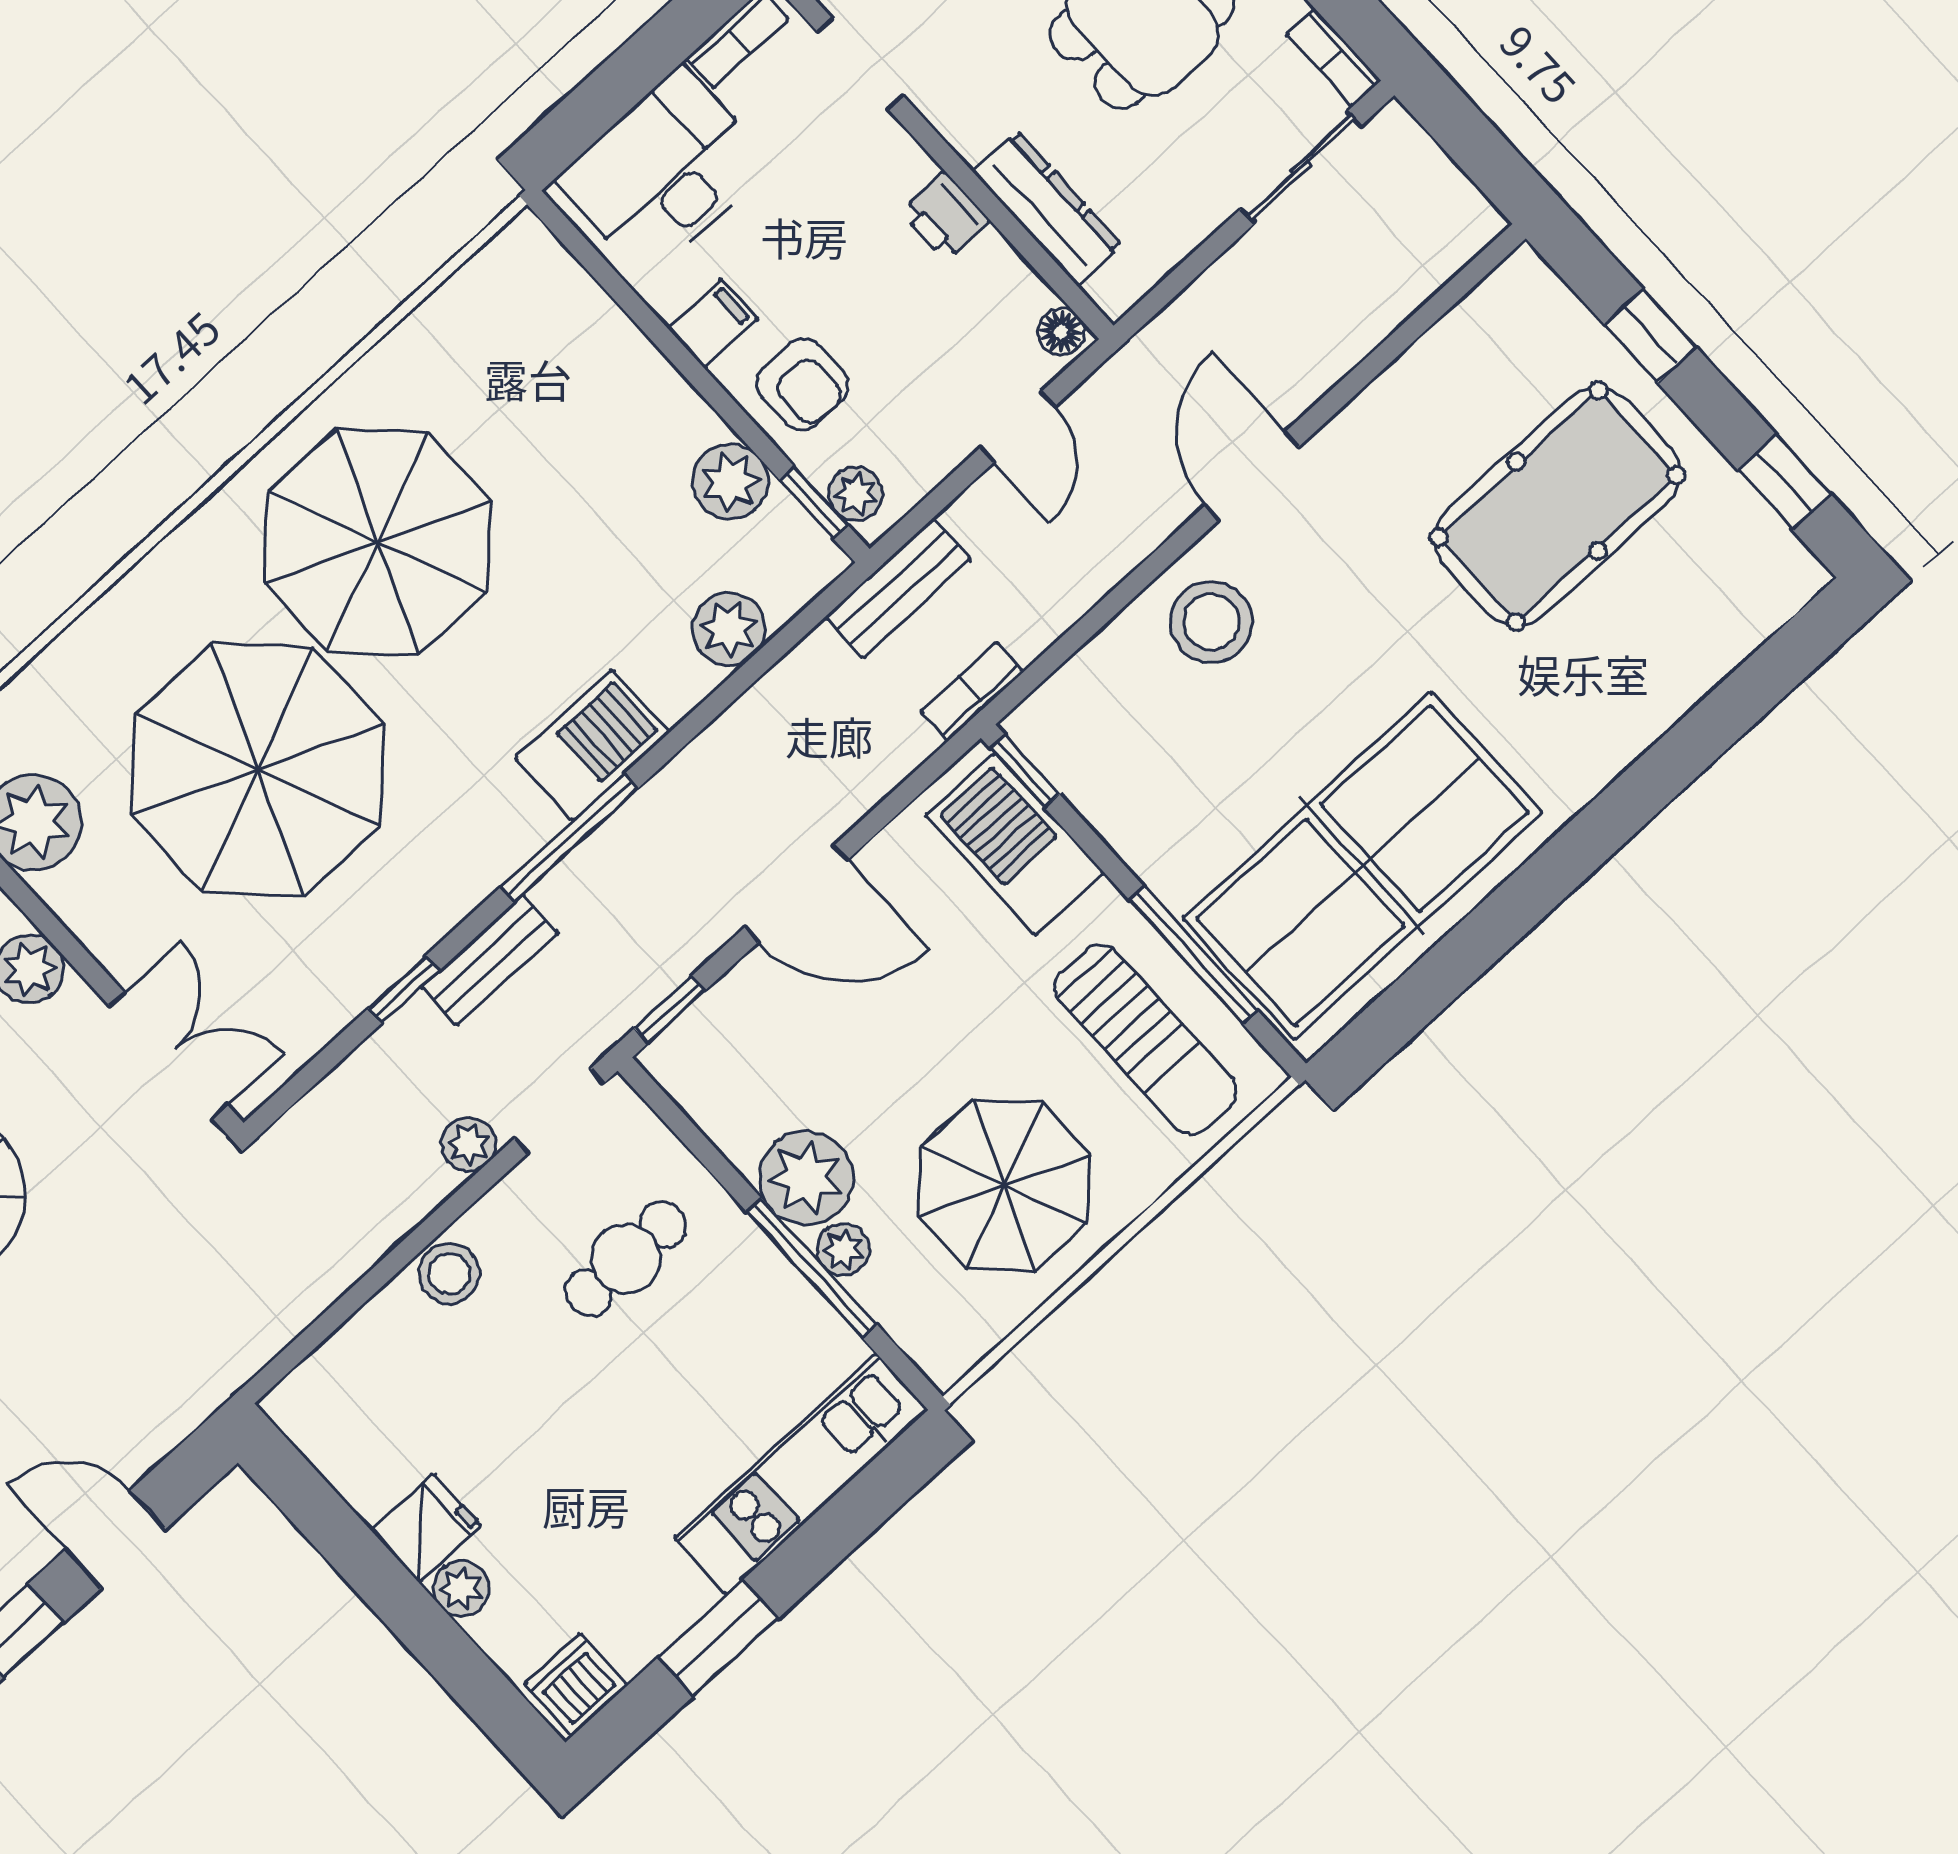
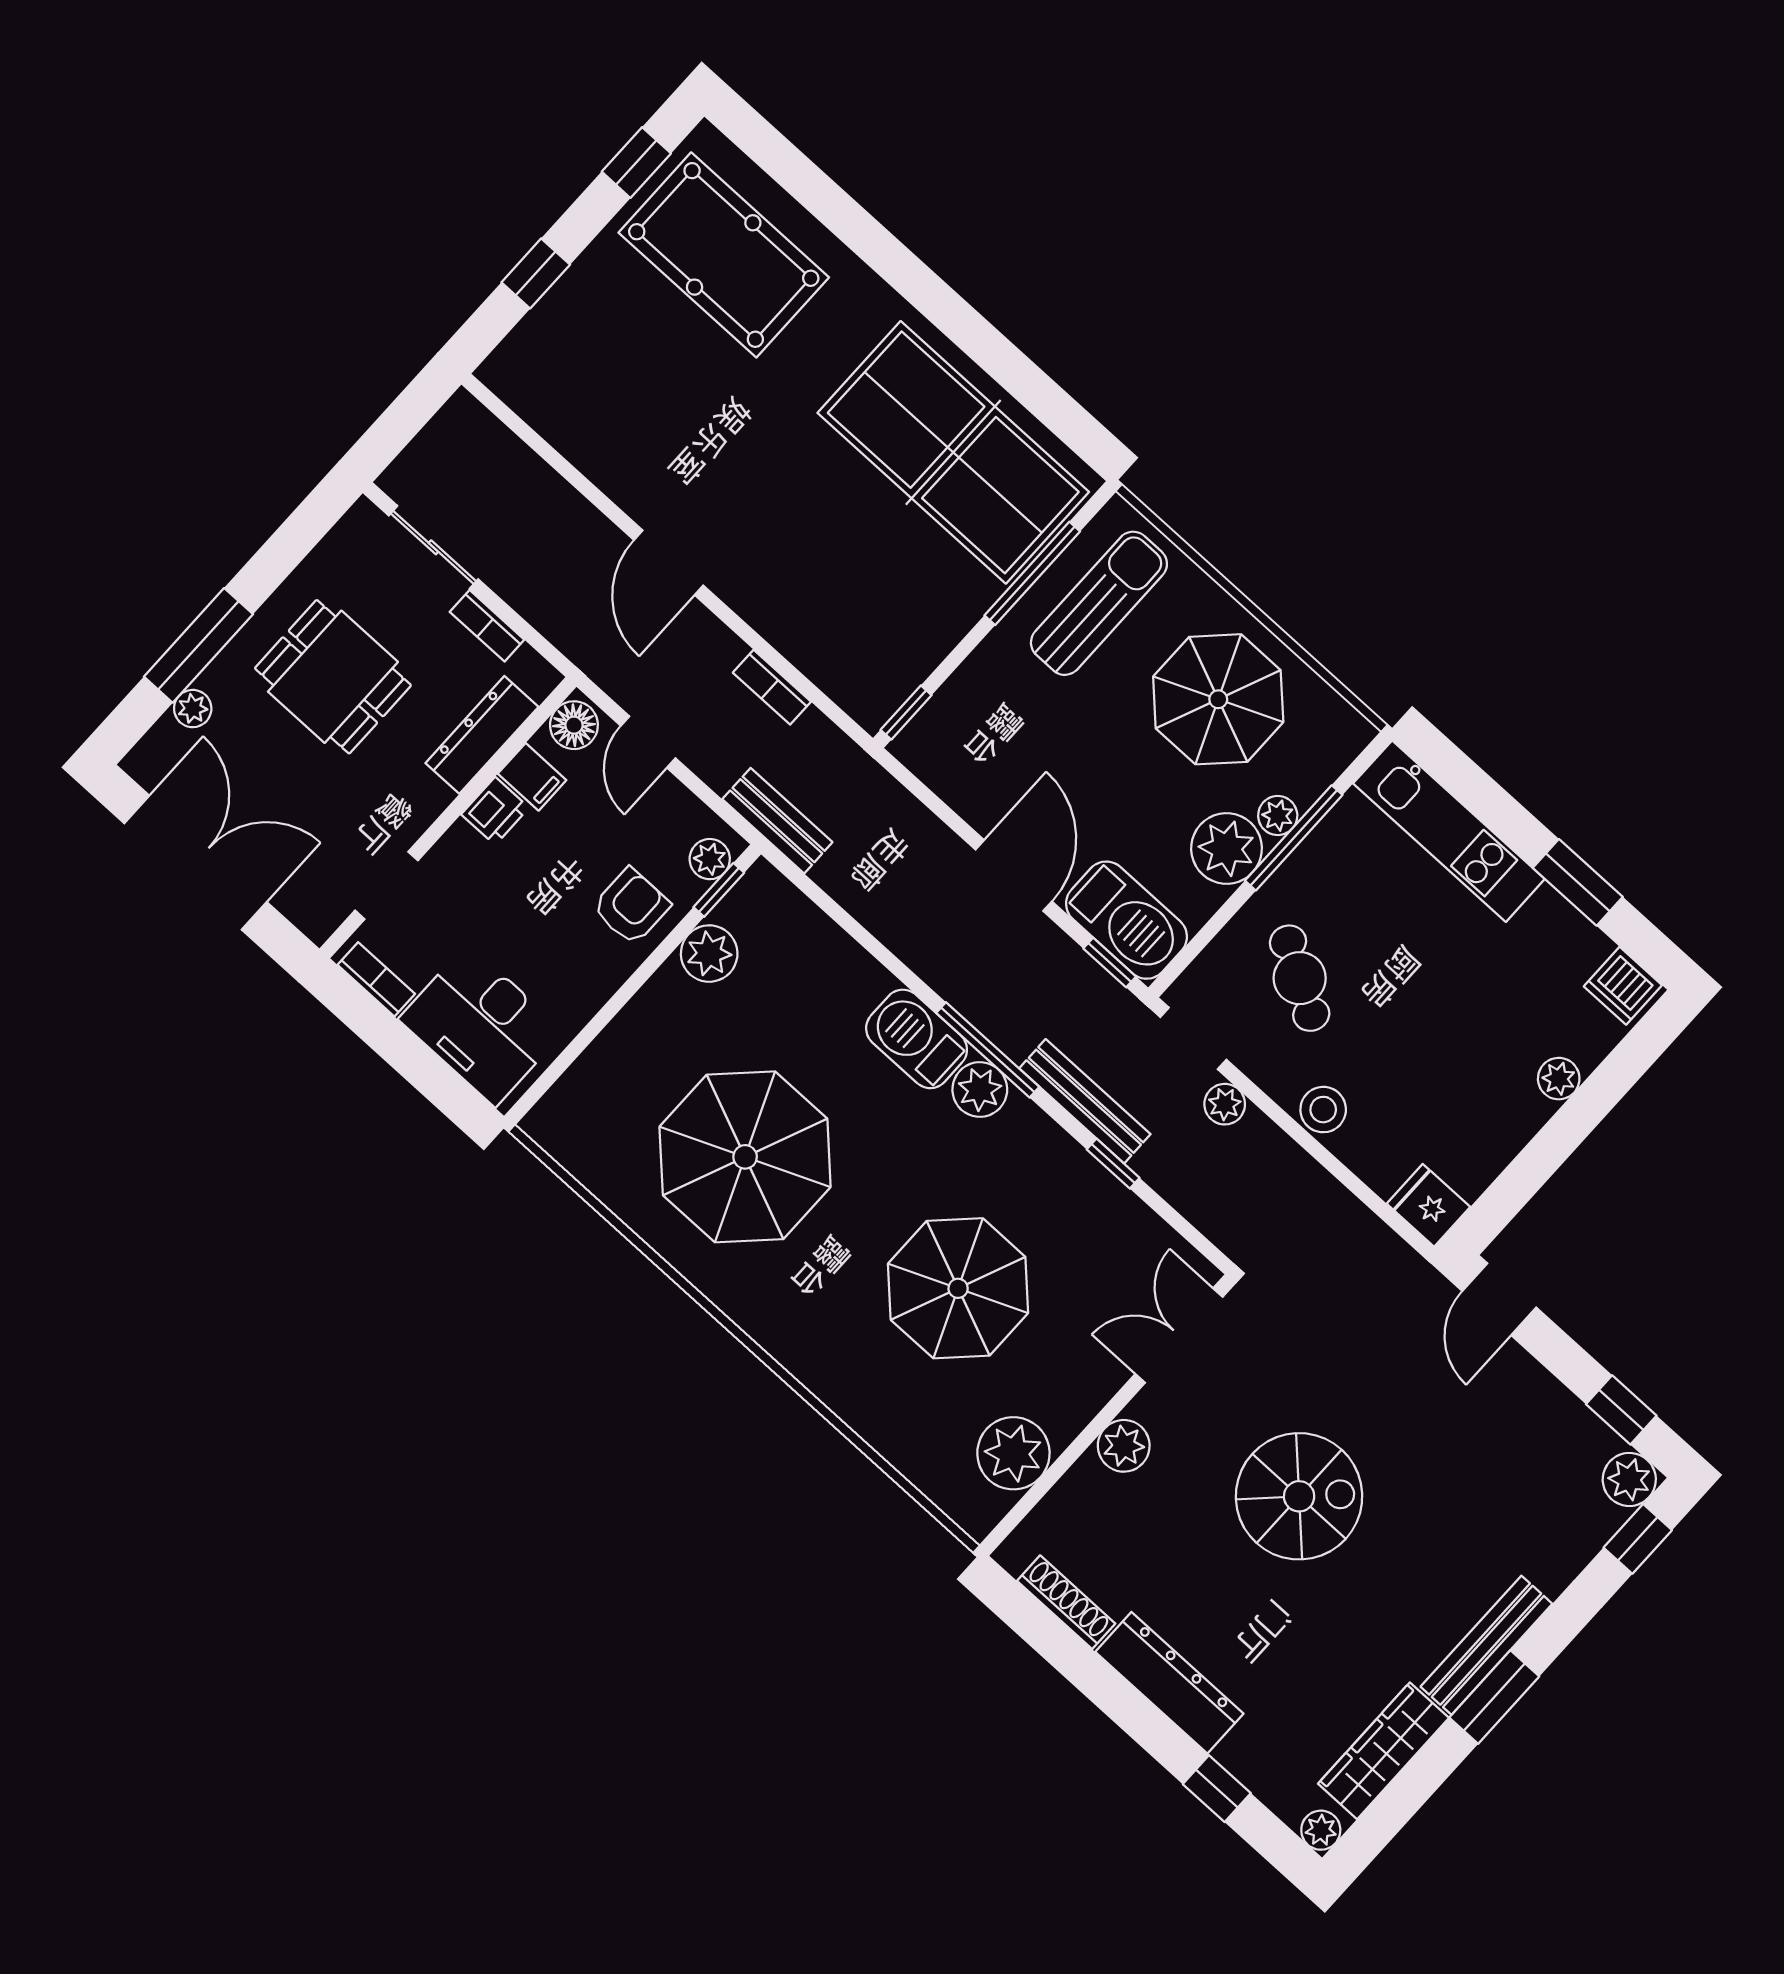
bookcase: (1333, 58) -> (487, 626), moved, turned 90
filing cabinet: (712, 323) -> (532, 777), moved, turned 180
floor lamp: (1061, 332) -> (574, 725), width x1.37, depth x1.37
door: (1018, 427) -> (648, 742), swing flipped
door: (1252, 476) -> (669, 563), hinge flipped
pool table: (1557, 506) -> (724, 255), moved
parasol: (378, 542) -> (745, 1157), moved
stool: (1211, 622) -> (781, 583), removed
plant: (729, 629) -> (980, 1090), moved
bookcase: (972, 692) -> (772, 687), moved
parasol: (258, 769) -> (958, 1288), width x0.73, depth x0.73
barbecue: (1015, 844) -> (1126, 920), moved, turned -90
bench: (489, 960) -> (1085, 1101), width x1.36
cafe table: (626, 1259) -> (1300, 978), turned 30
fridge: (426, 1528) -> (1428, 1205), moved
door: (116, 1539) -> (1499, 1299), moved

